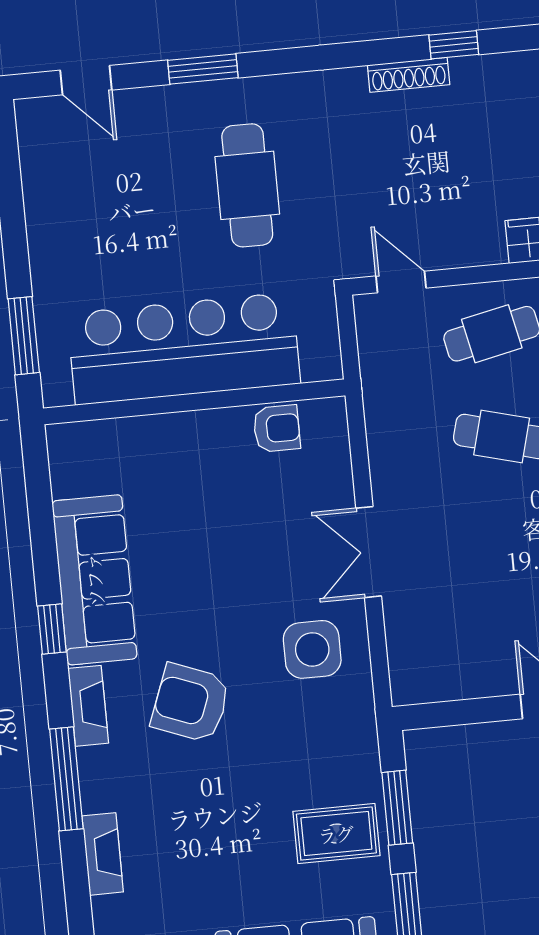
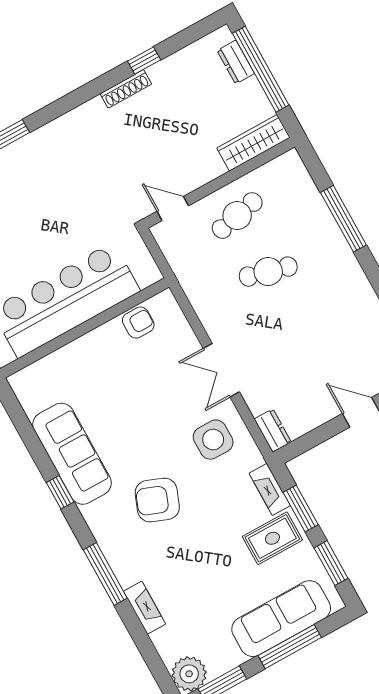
cafe table: (247, 185) -> (61, 192), removed
dresser: (406, 675) -> (273, 431), added
fireplace: (88, 706) -> (270, 489), moved, turned 180

